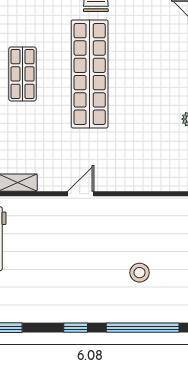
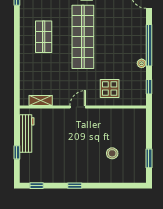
display table: (135, 162) -> (110, 89), added
window: (143, 328) -> (114, 186), removed

